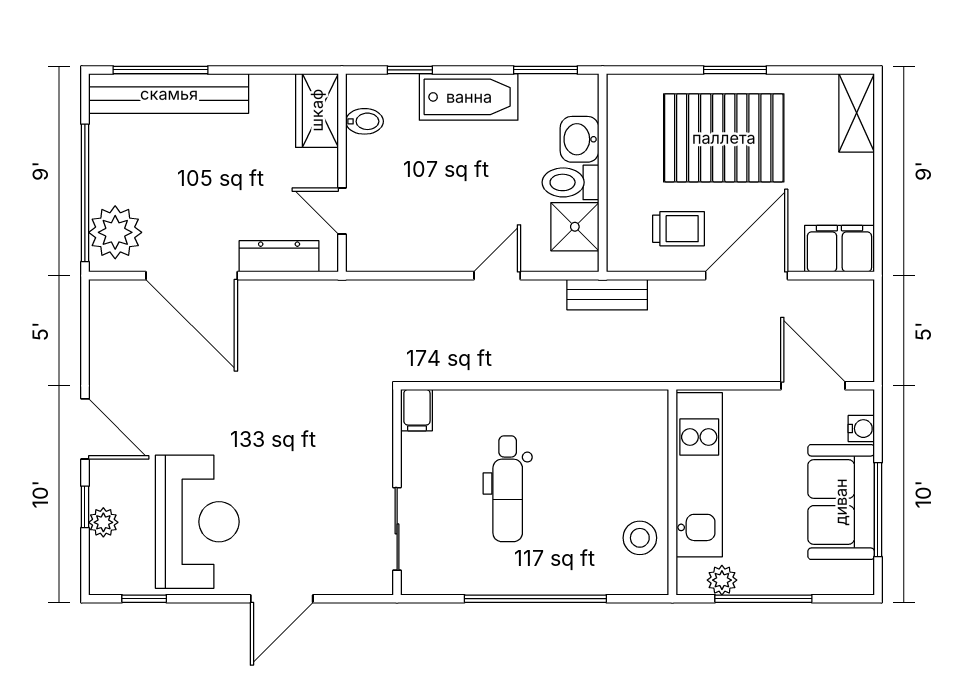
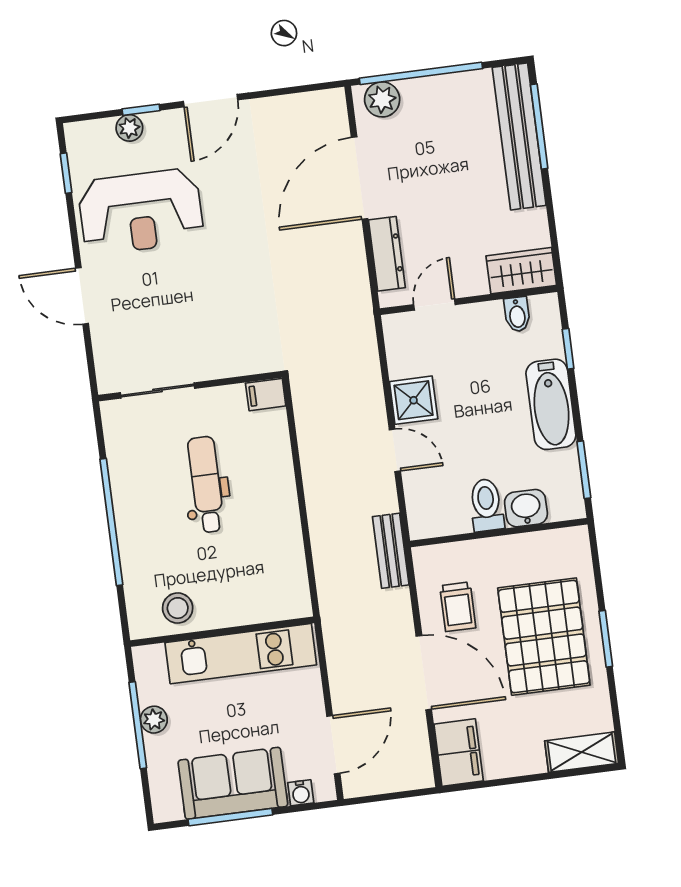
shower: (575, 227) -> (414, 400), moved
plant: (115, 232) -> (382, 99), width x0.73, depth x0.73
dental chair: (508, 489) -> (206, 484), turned 90
plant: (722, 580) -> (154, 720), moved

